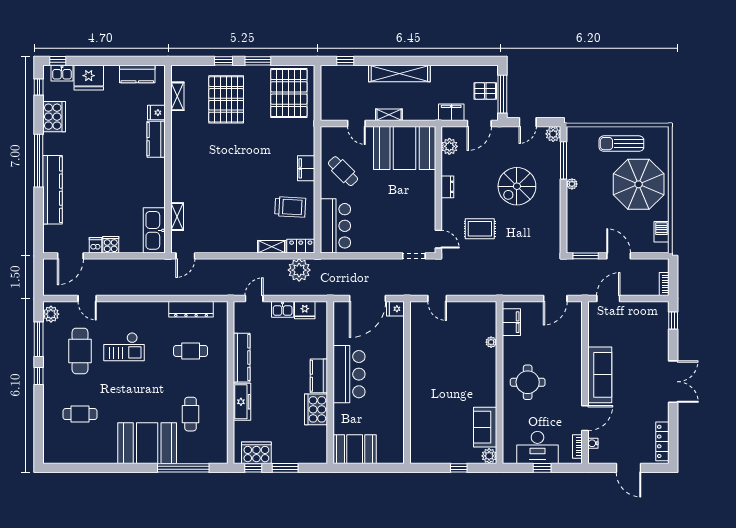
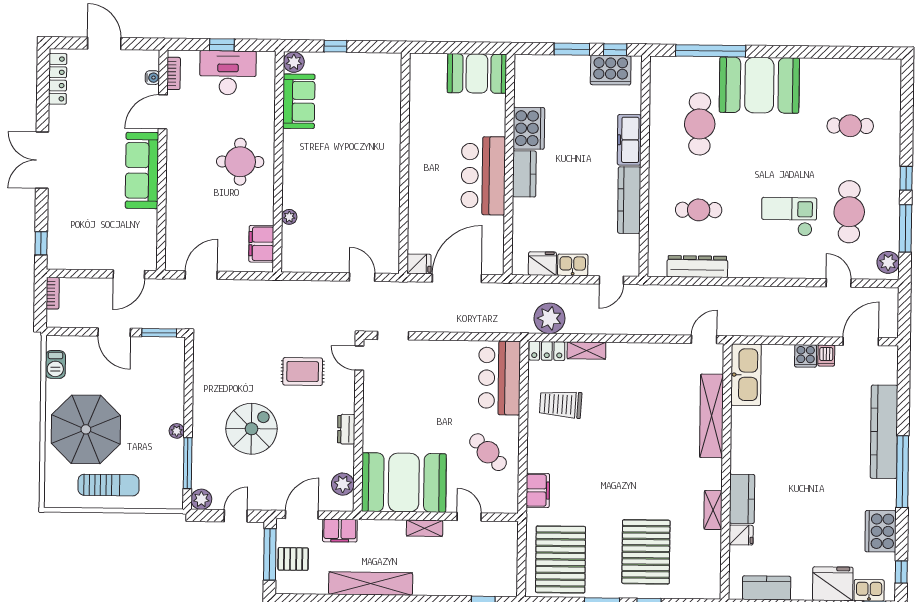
shelving: (399, 74) -> (371, 584), moved
shelving: (177, 96) -> (713, 510), moved
filing cabinet: (306, 168) -> (538, 490), moved
shelving: (177, 217) -> (712, 416), width x2.20, depth x1.33
cafe table: (191, 414) -> (700, 124), width x1.37, depth x1.35

